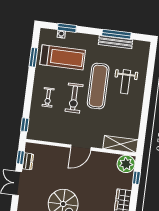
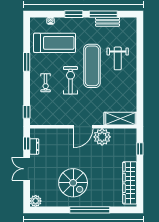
window: (67, 28) -> (74, 14), moved
bench: (116, 42) -> (108, 22), width x0.73
window: (33, 57) -> (27, 62), moved
exercise bike: (74, 98) -> (70, 80), turned 180
plant: (126, 164) -> (102, 137), moved

